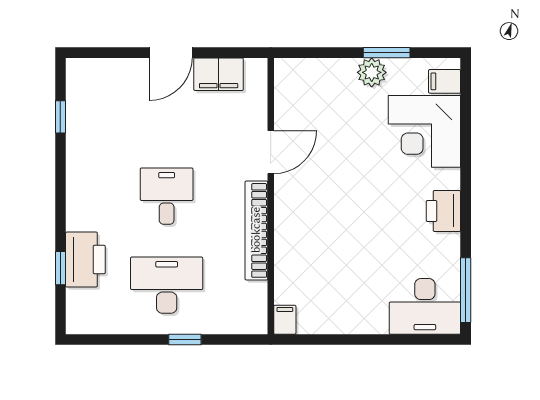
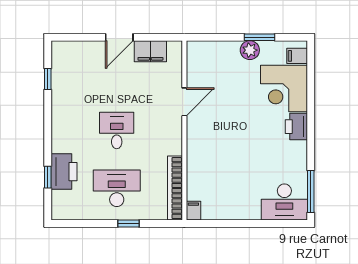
printer: (443, 211) -> (296, 127), moved
bookcase: (256, 230) -> (175, 188), moved

